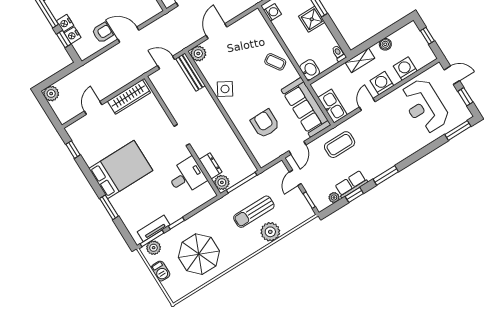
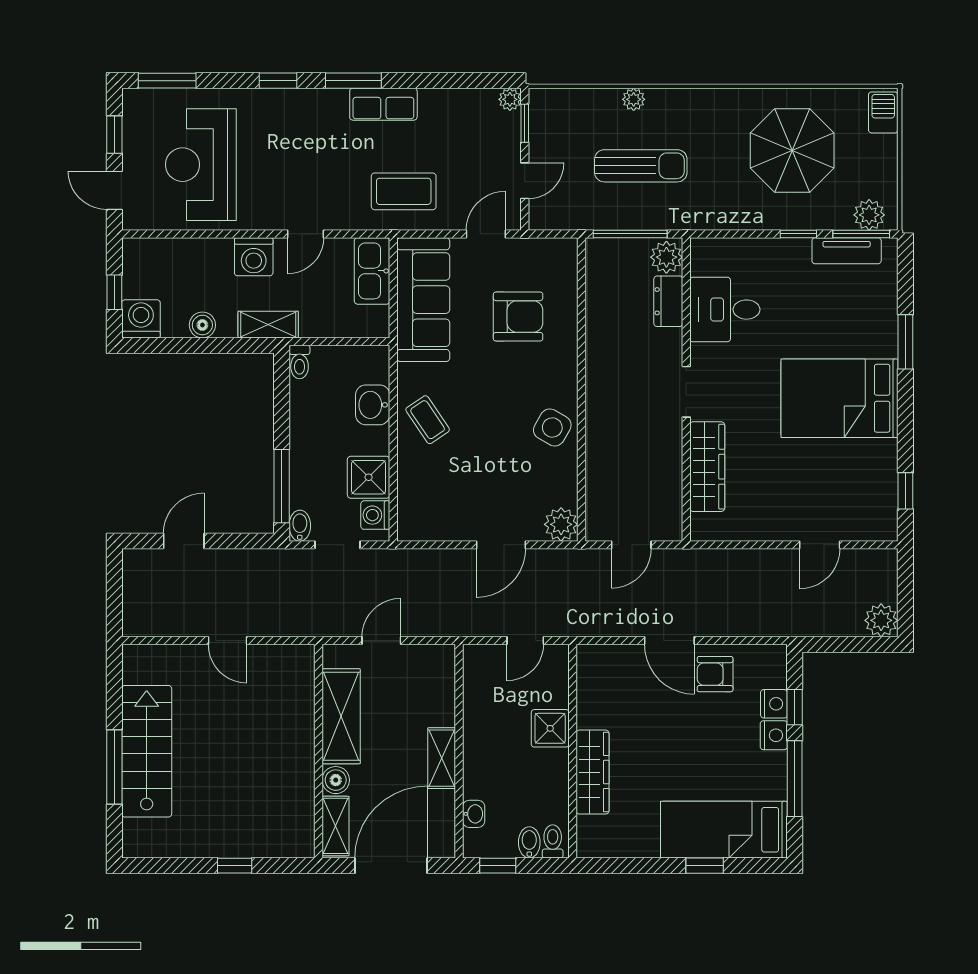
shower: (312, 19) -> (369, 477), moved
door: (166, 62) -> (631, 545), hinge flipped
washing machine: (405, 69) -> (141, 319), moved, turned 180
washbasin: (310, 70) -> (373, 405), moved
bench: (191, 72) -> (597, 499), removed
wardrobe: (129, 97) -> (707, 467), moved, turned 90
reception desk: (425, 106) -> (201, 165), turned 180
armchair: (265, 124) -> (518, 317), turned -90
row of seats: (351, 184) -> (383, 104), moved
window: (354, 195) -> (278, 81), moved
plant: (334, 197) -> (510, 99), moved
plant: (270, 232) -> (634, 99), width x0.53, depth x0.53
barbecue: (161, 271) -> (883, 112), moved

